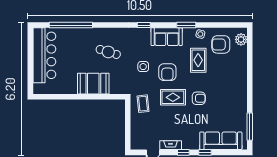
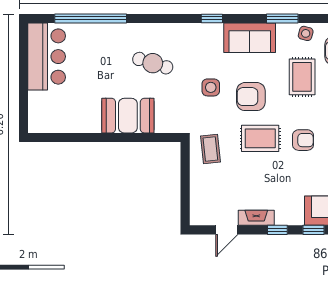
bar counter: (44, 55) -> (47, 57), width x0.73
armchair: (167, 72) -> (251, 97), turned 90

